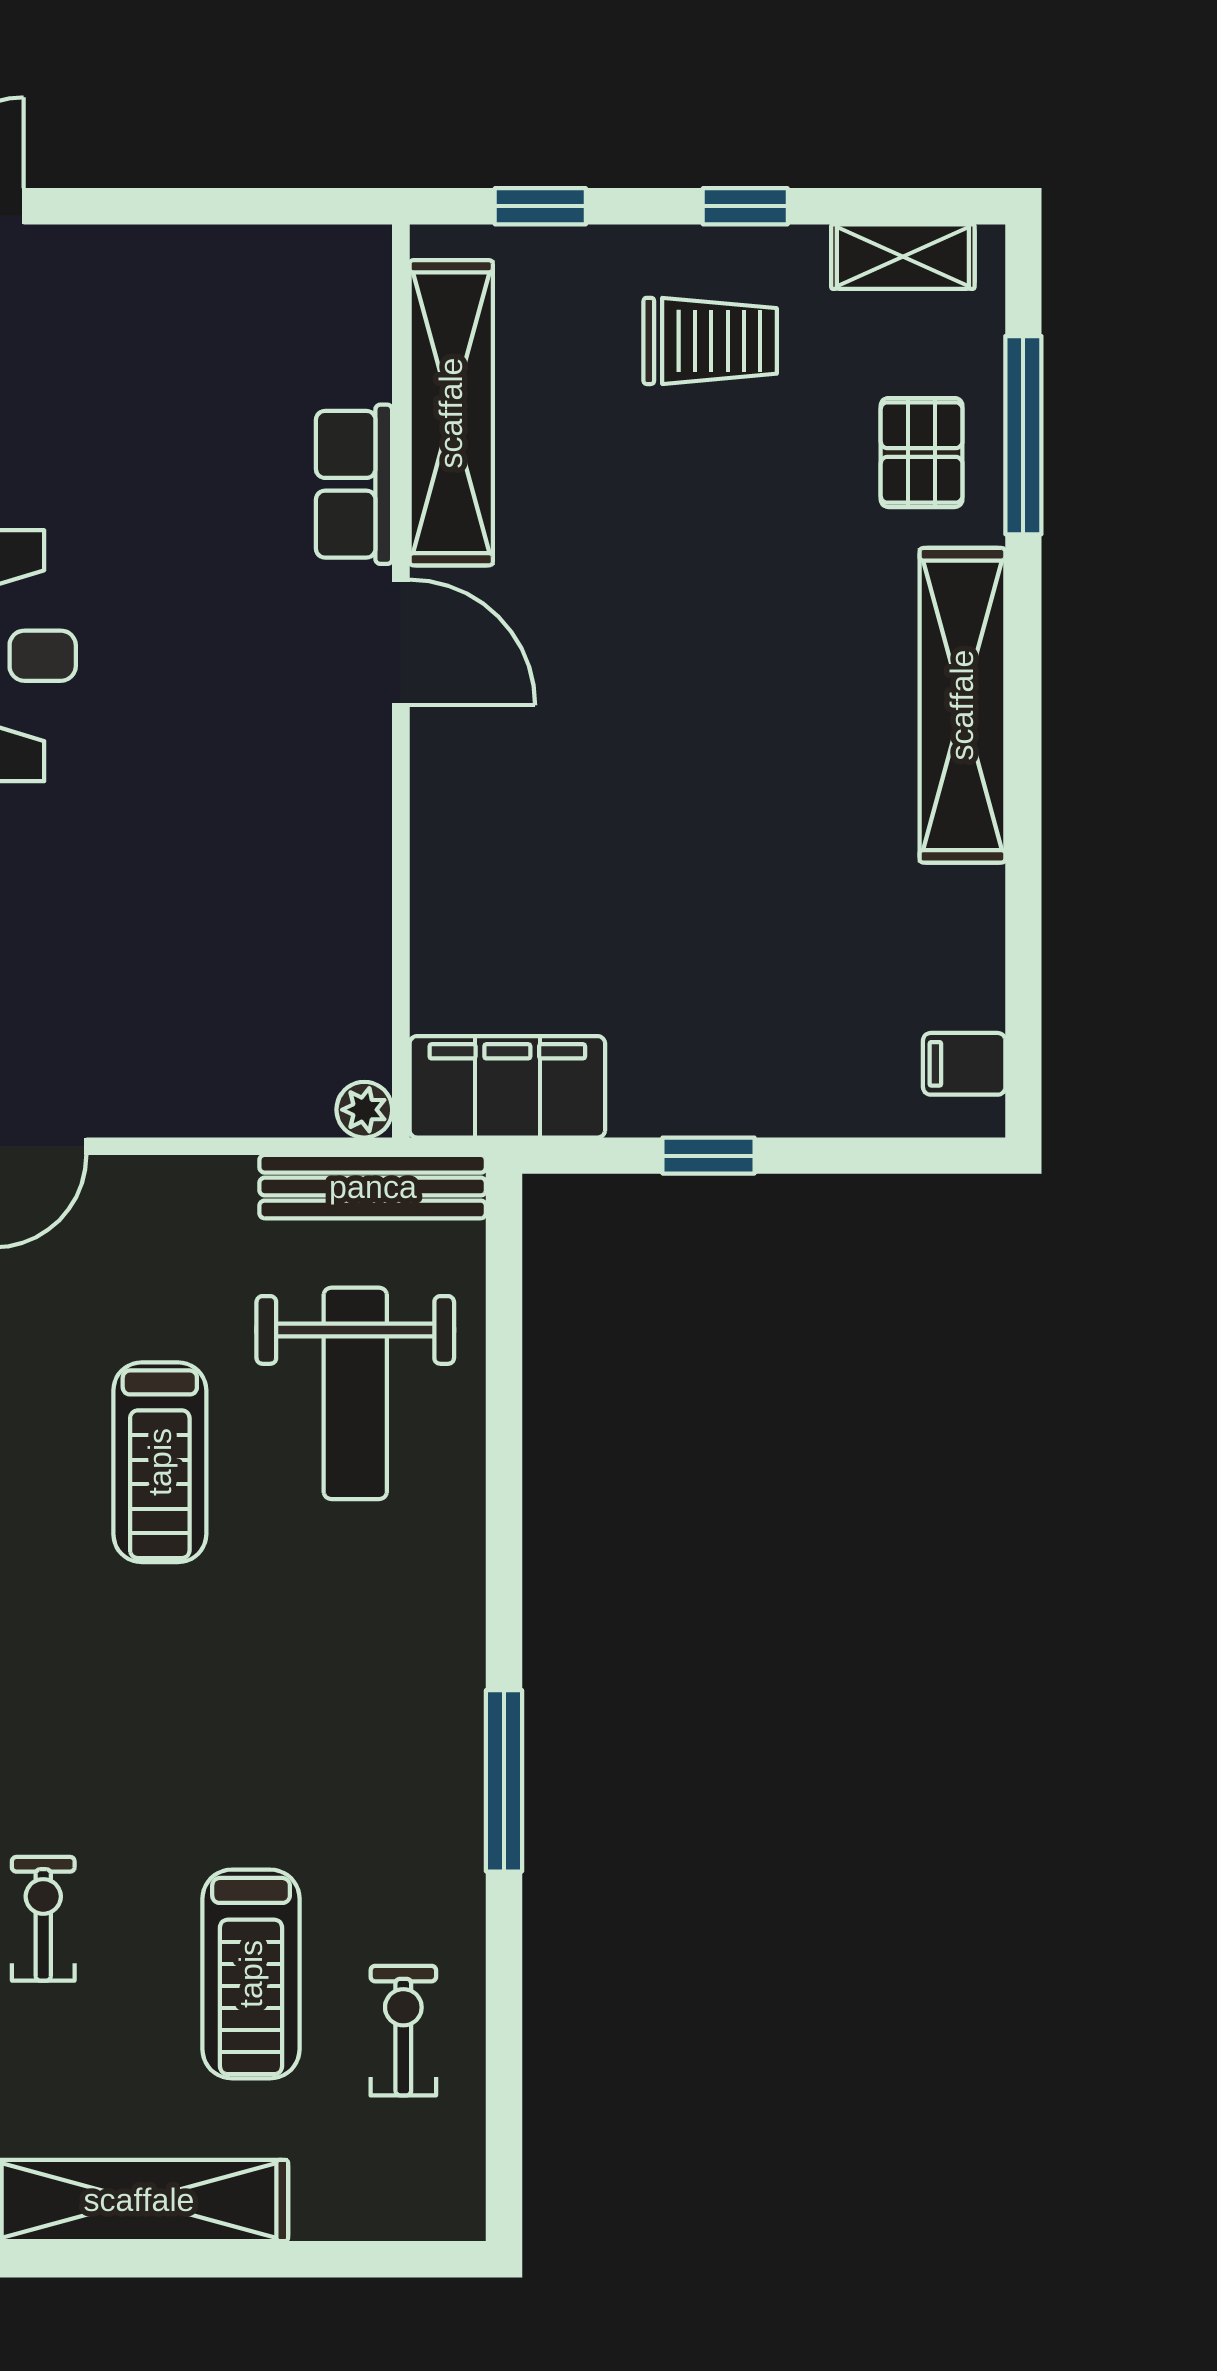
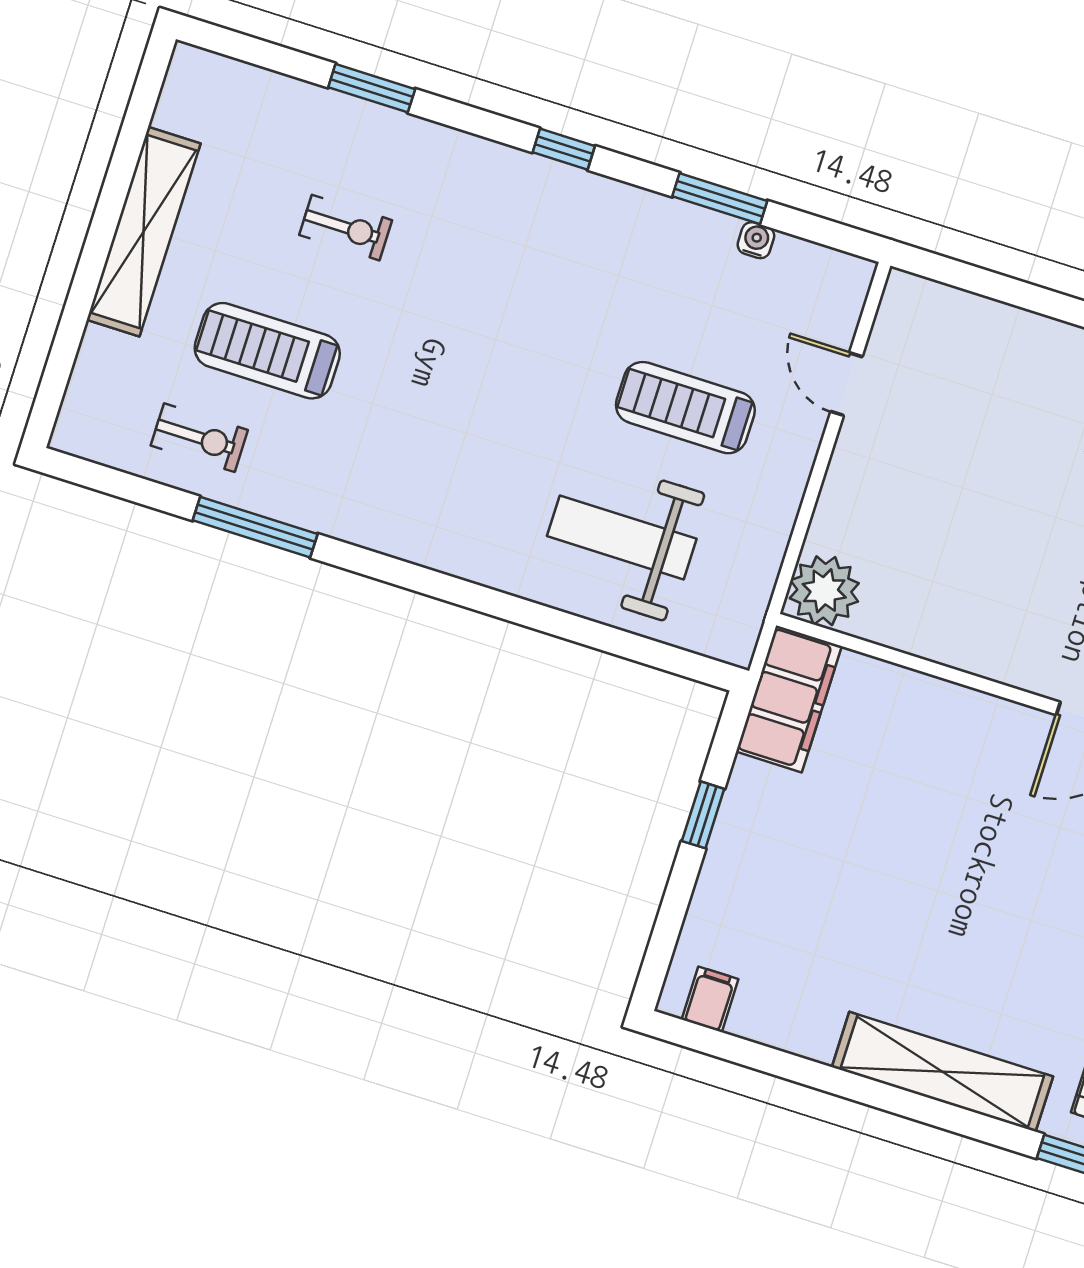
plant: (364, 1110) -> (824, 591), width x1.88, depth x1.88
bench: (373, 1187) -> (752, 591), removed
treadmill: (160, 1462) -> (685, 408), moved
window: (504, 1781) -> (255, 527), moved

